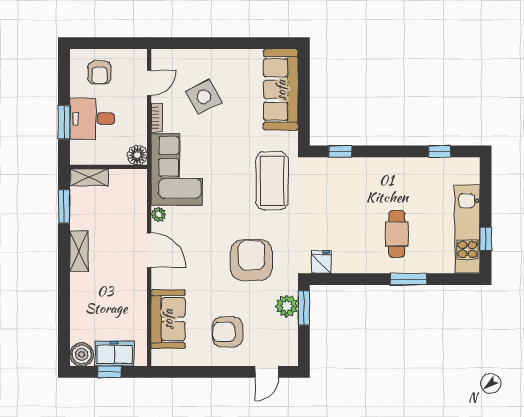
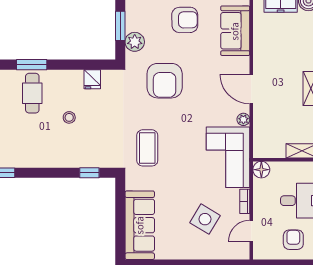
side table: (204, 97) -> (205, 219), turned -31
coffee table: (272, 181) -> (147, 148), width x0.73, depth x0.76
stool: (364, 217) -> (69, 117), added
cafe table: (397, 234) -> (32, 93), moved
fridge: (321, 262) -> (92, 79), moved
window: (304, 308) -> (120, 26), moved

